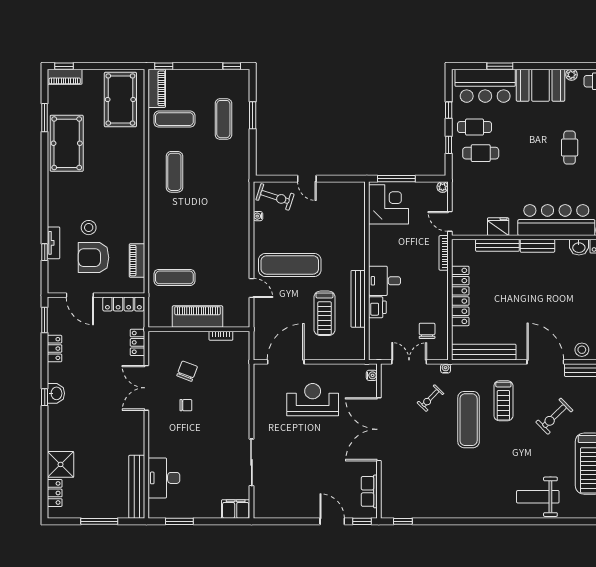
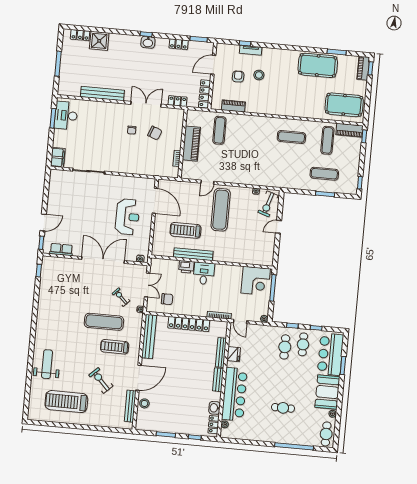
door: (450, 221) -> (240, 322), swing flipped
armchair: (94, 258) -> (238, 77), width x0.53, depth x0.53
desk: (164, 478) -> (66, 115), moved, turned -90
bench: (137, 487) -> (102, 94), moved

